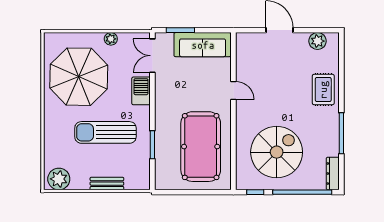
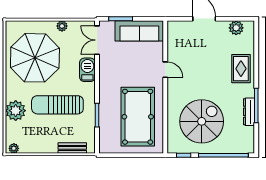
plant: (56, 139) -> (16, 111), added
dresser: (333, 174) -> (249, 112), moved
plant: (59, 179) -> (14, 148), width x0.53, depth x0.53
bench: (107, 184) -> (72, 148), moved

